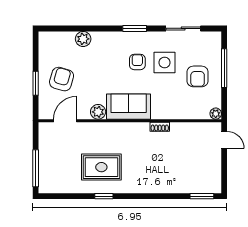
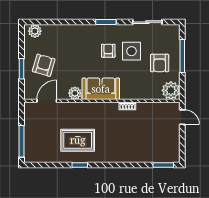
plant: (83, 39) -> (35, 31), moved
plant: (216, 114) -> (171, 90), width x1.87, depth x1.87

